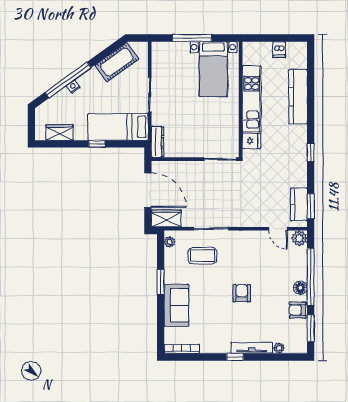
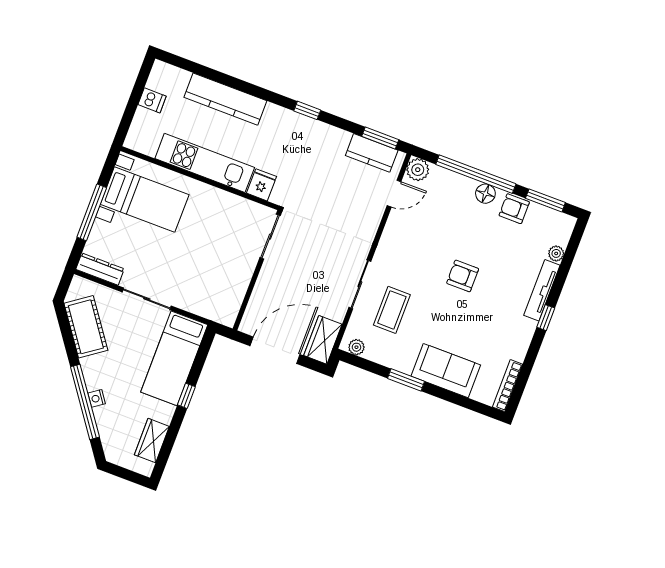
dresser: (158, 142) -> (100, 269), moved
armchair: (298, 310) -> (514, 209), turned 90

